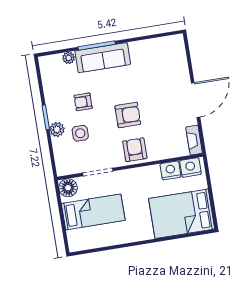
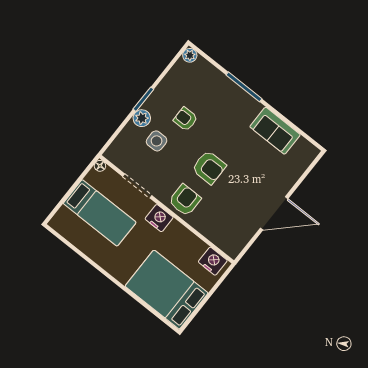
plant: (69, 58) -> (190, 55), moved
sofa: (103, 58) -> (275, 131), moved, width x0.73
fireplace: (194, 140) -> (239, 243), removed
nightstand: (170, 170) -> (159, 218), moved
floor lamp: (68, 188) -> (100, 166), width x0.53, depth x0.53

